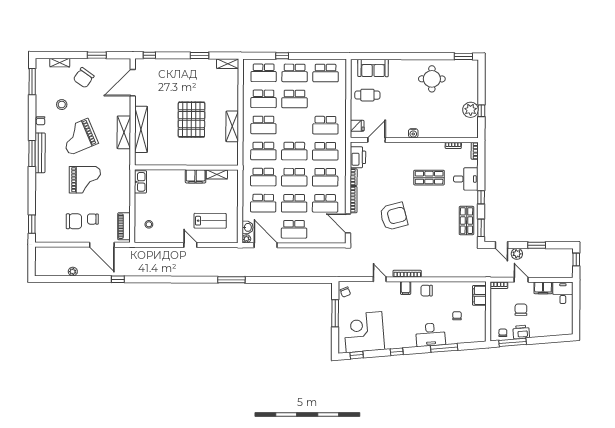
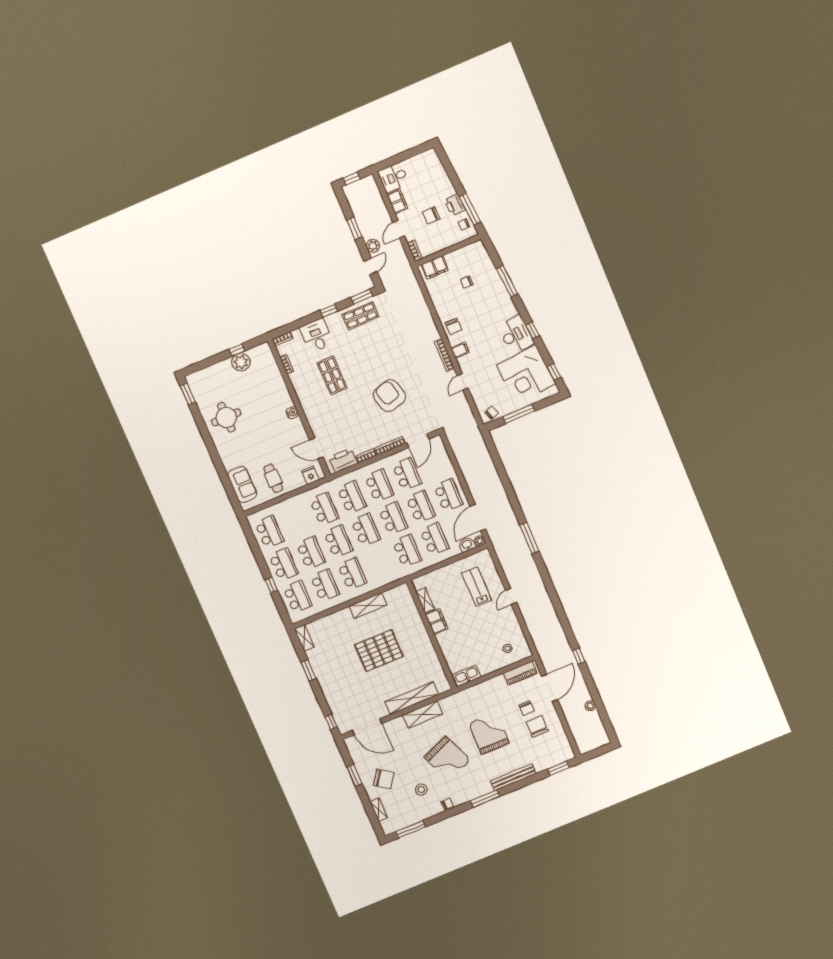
school desk: (263, 151) -> (338, 541), moved
bench: (40, 153) -> (513, 777), moved
desk: (430, 335) -> (516, 335), moved

